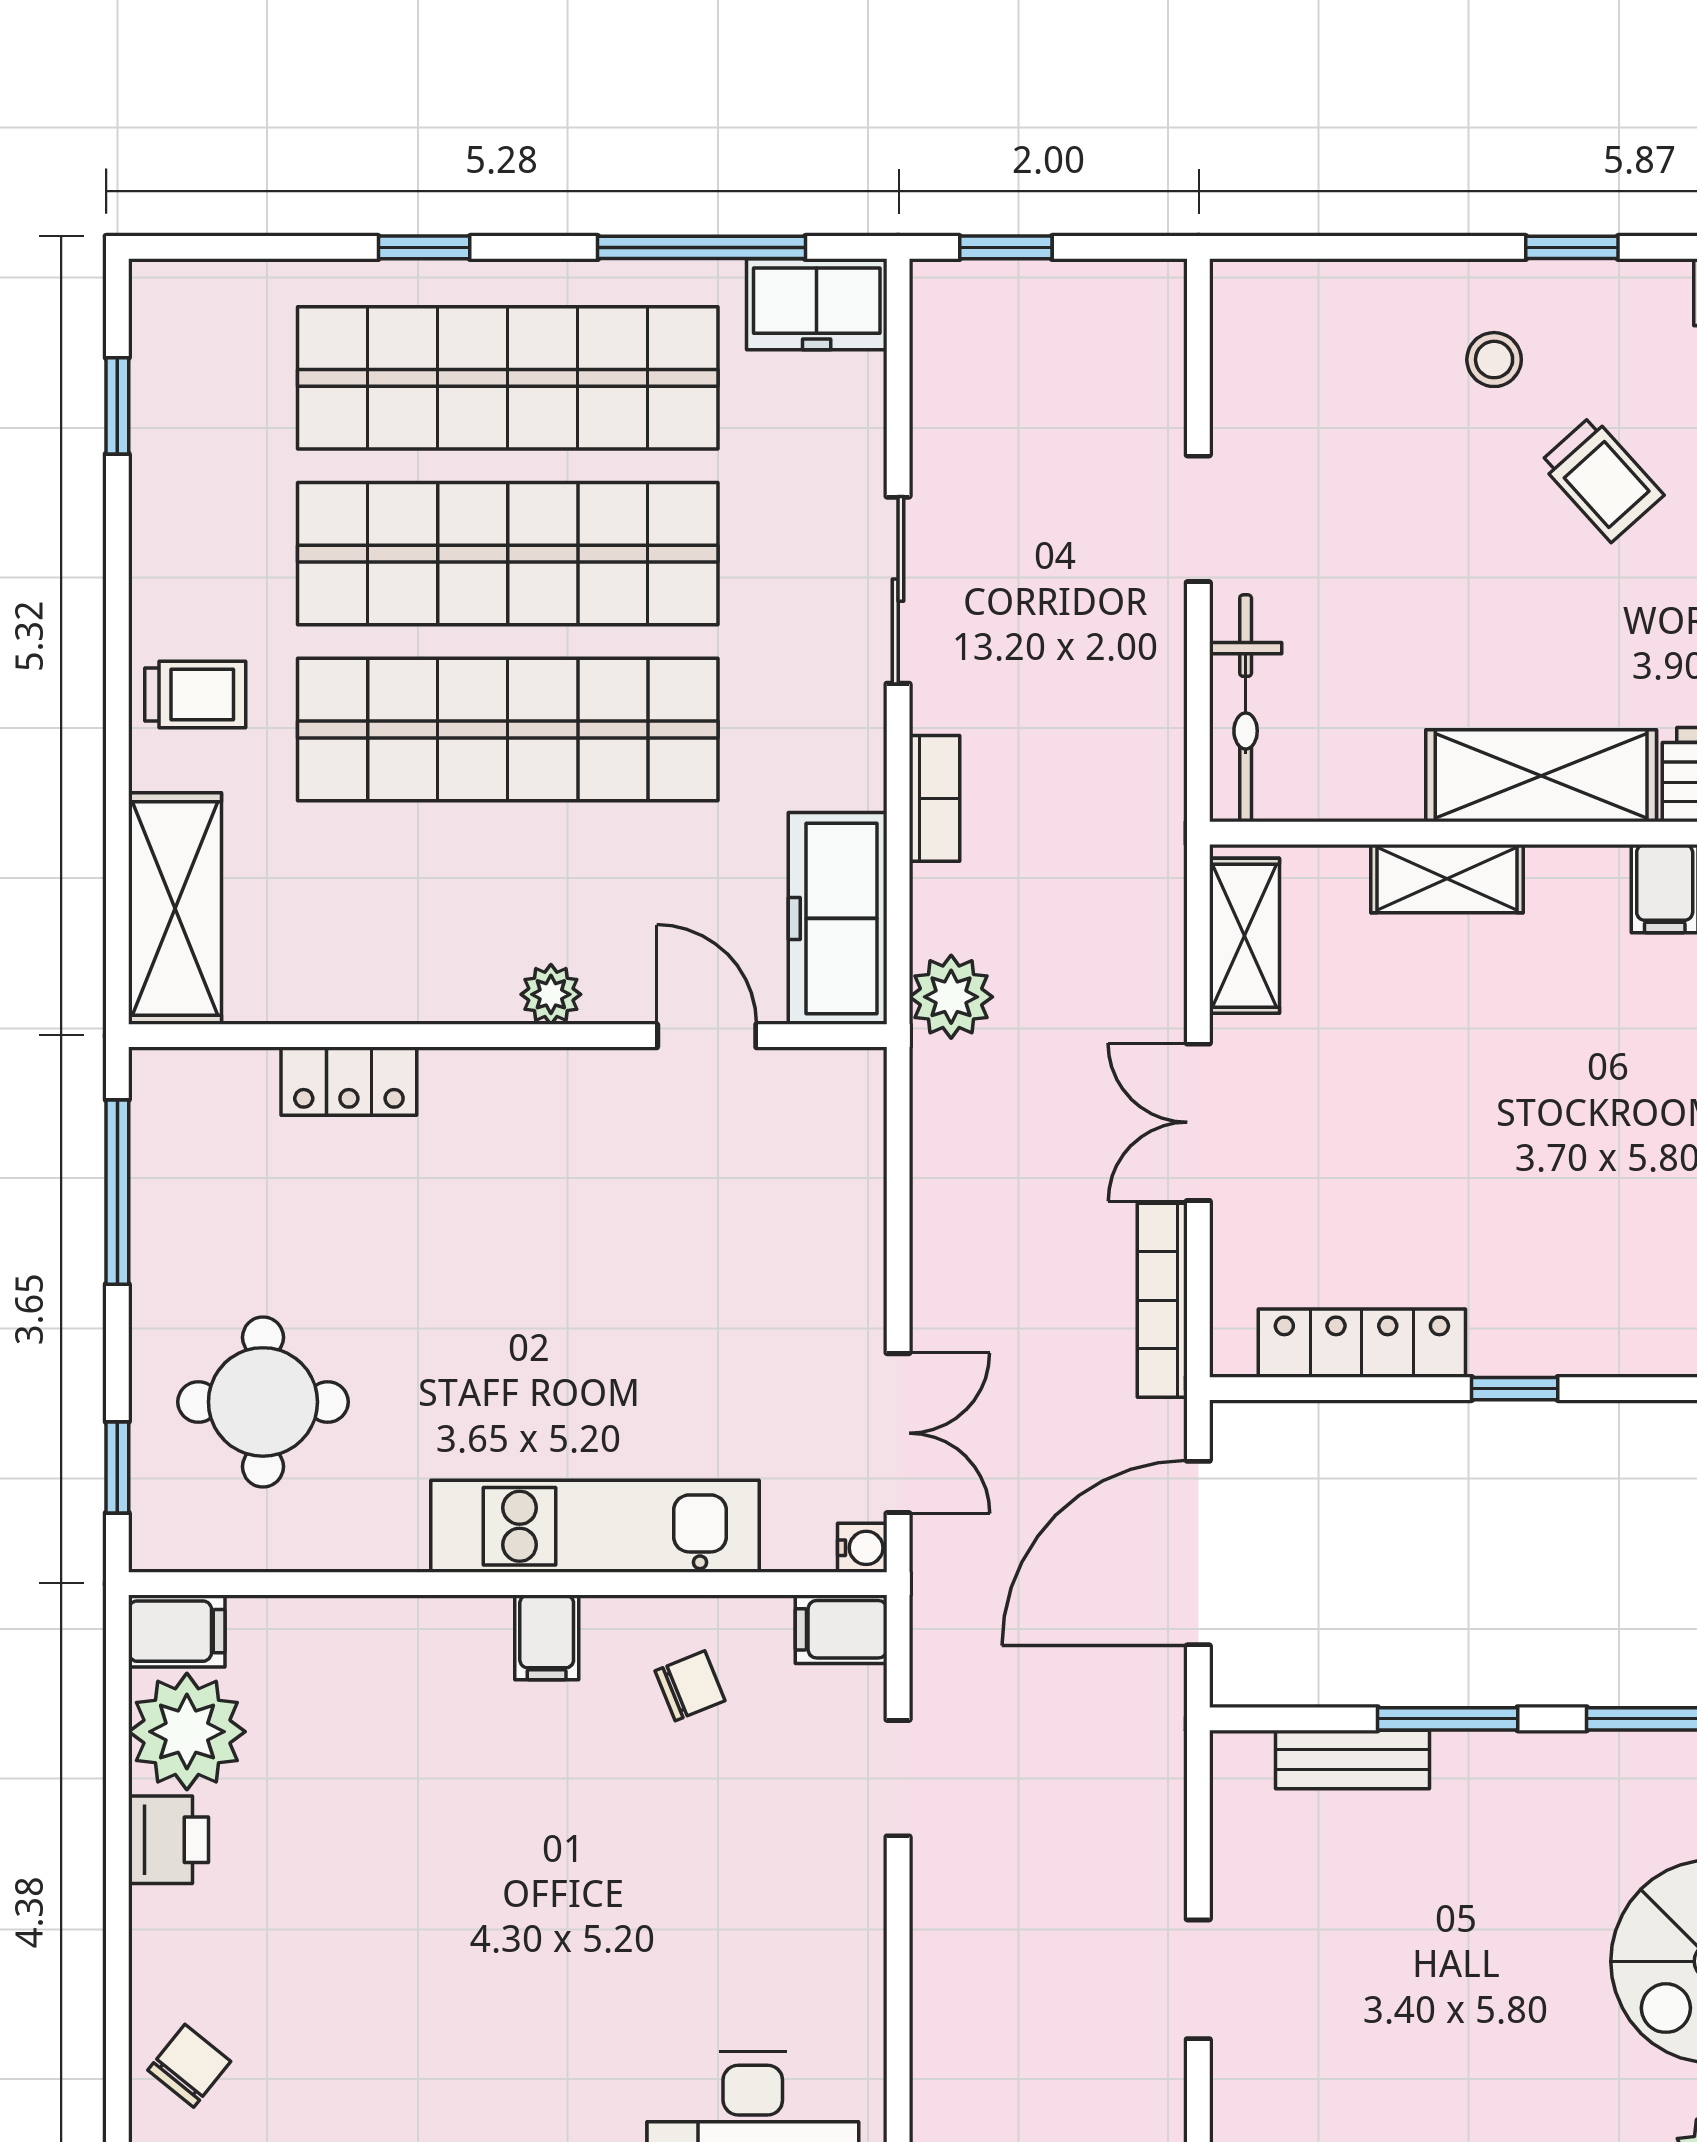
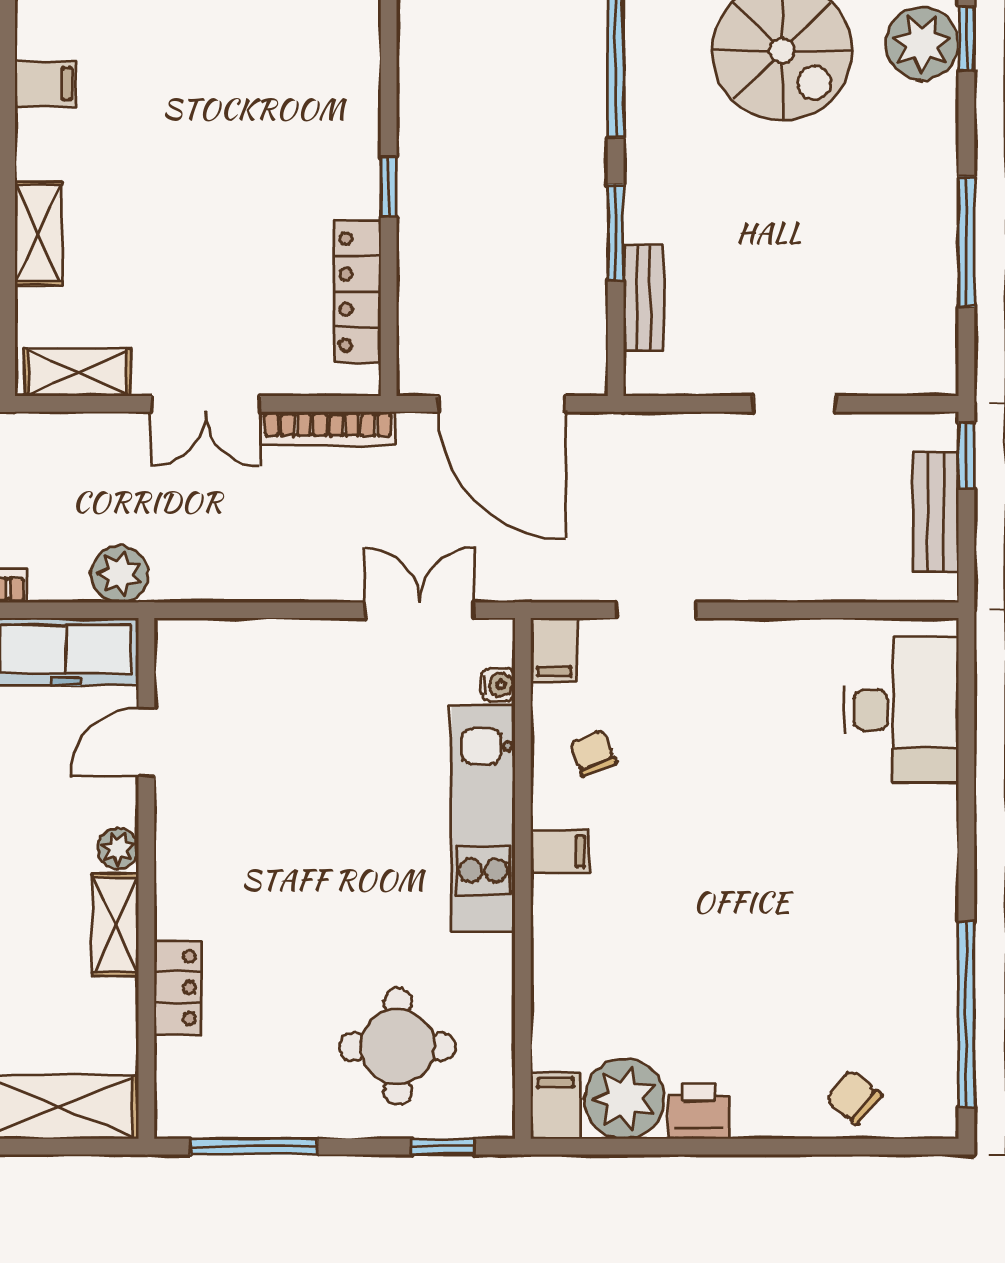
shelving: (440, 991) -> (115, 925), added
water cooler: (862, 1548) -> (498, 685), moved, turned 90

